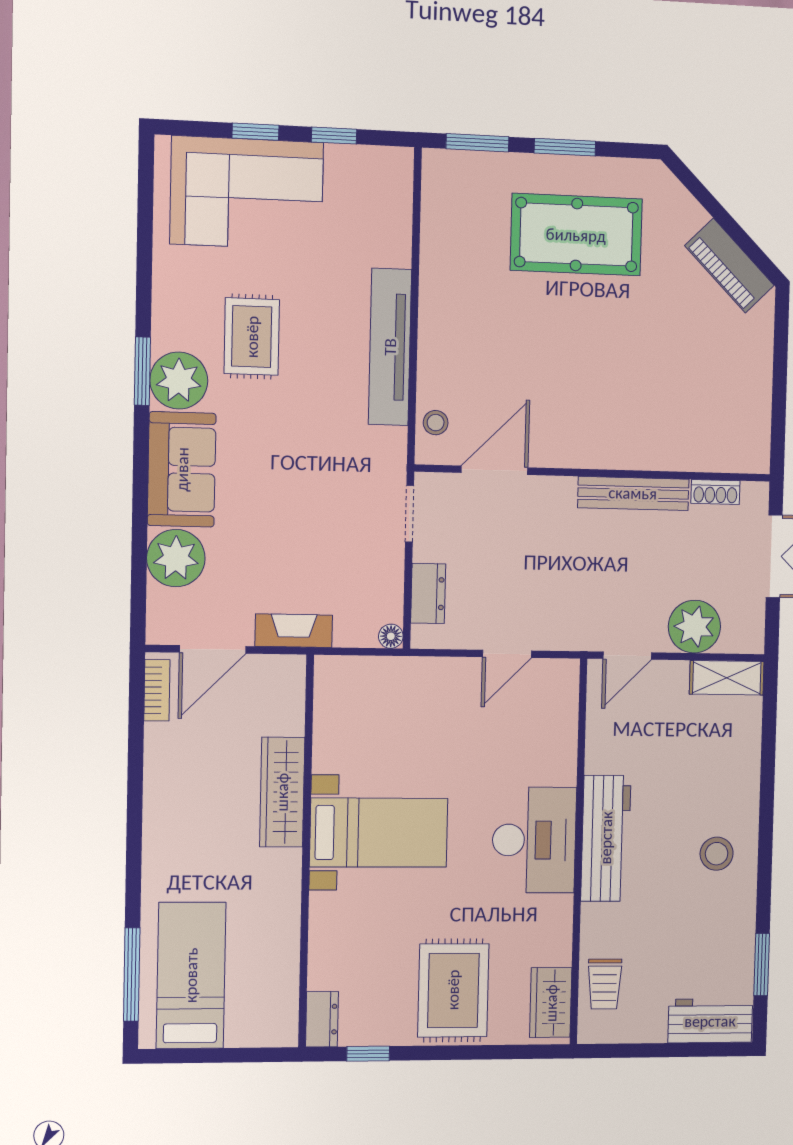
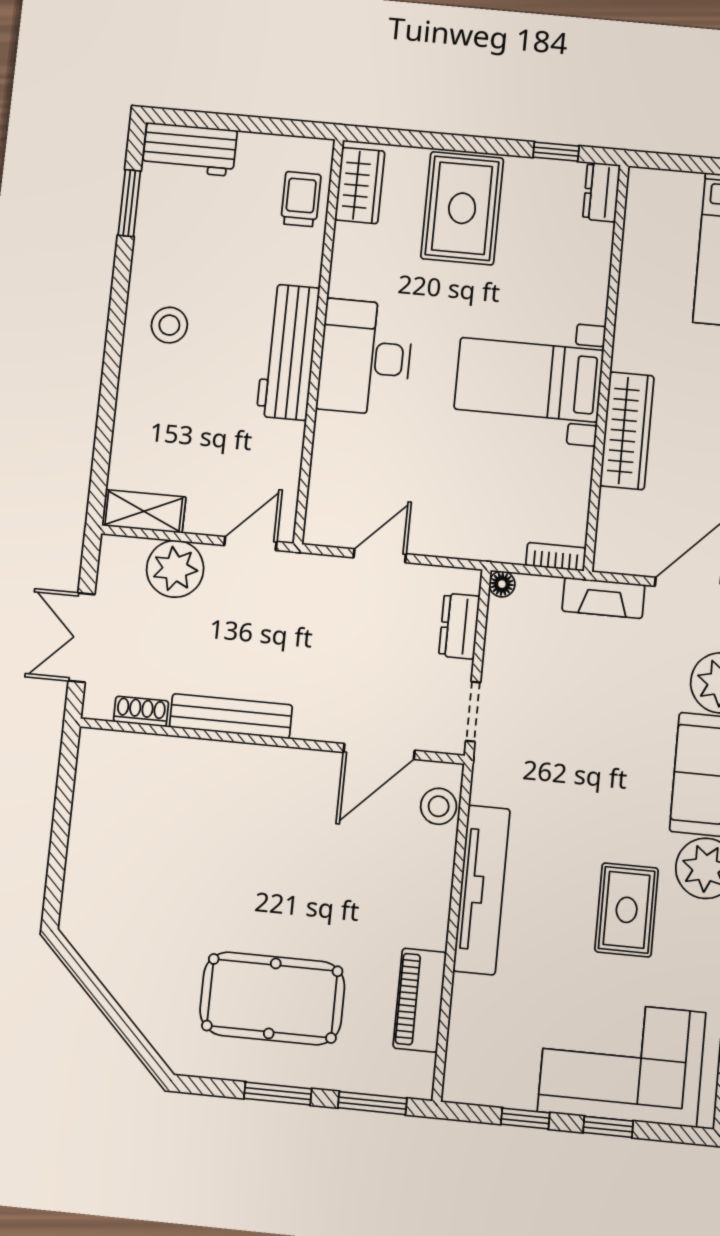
piano: (729, 266) -> (420, 1000), moved, turned -135
stool: (436, 423) -> (439, 806), width x1.37, depth x1.37
bookcase: (342, 666) -> (556, 557), added

